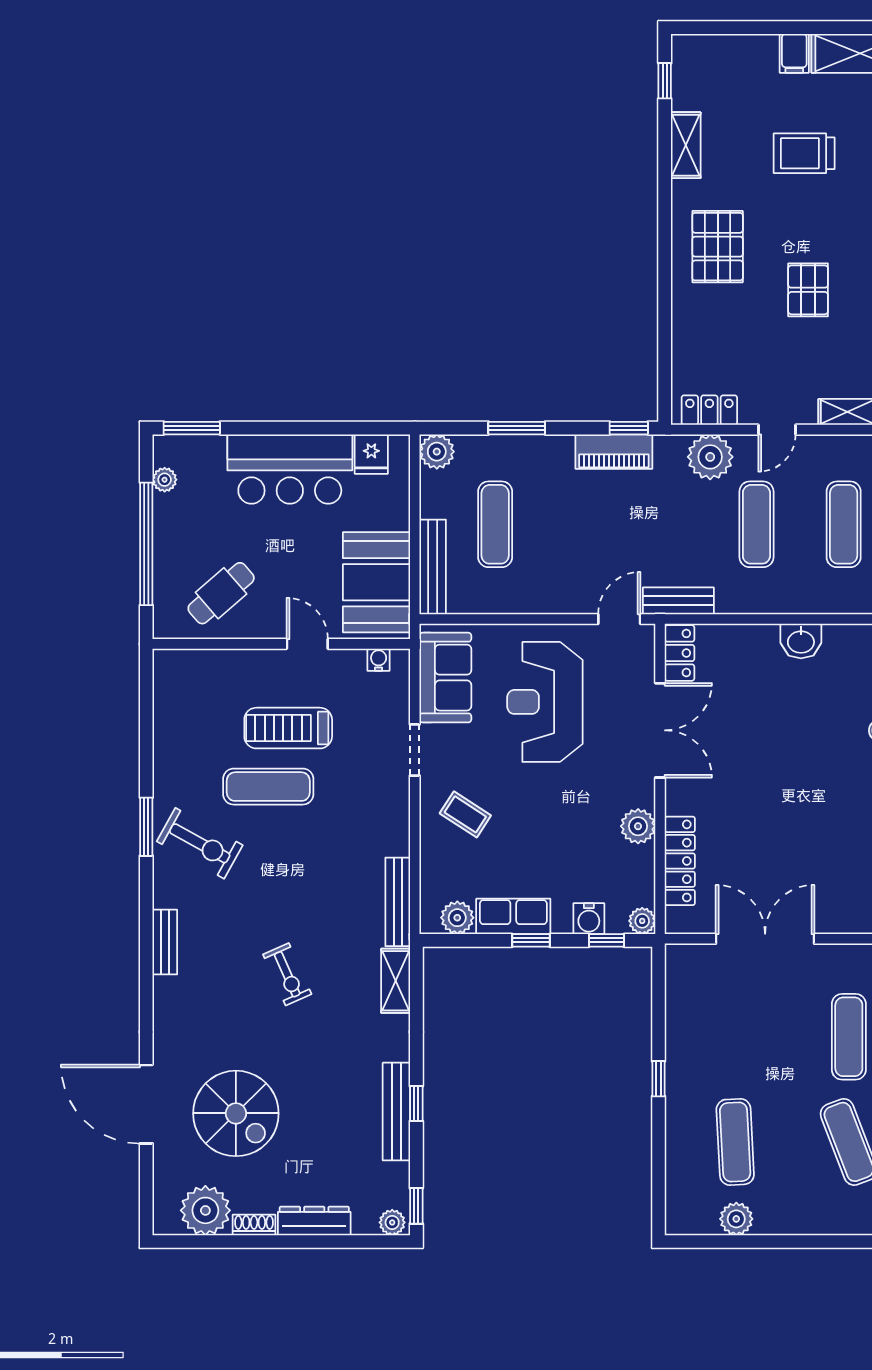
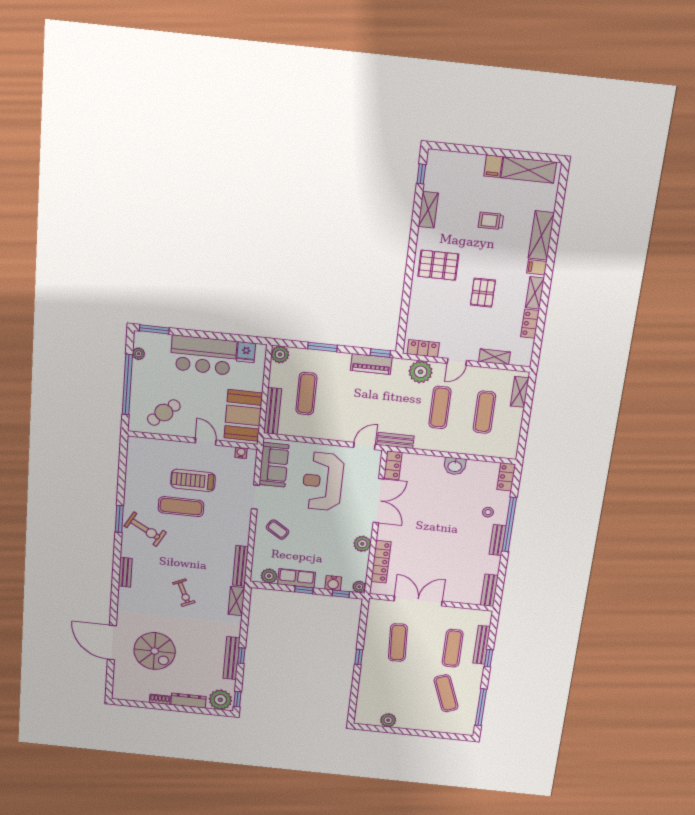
trolley: (804, 153) -> (491, 221), width x0.73, depth x0.72
pallet: (718, 247) -> (438, 265), turned 90
exercise mat: (735, 1142) -> (398, 643), moved
plant: (205, 1210) -> (137, 691), removed
plant: (392, 1222) -> (220, 700), width x1.87, depth x1.87

